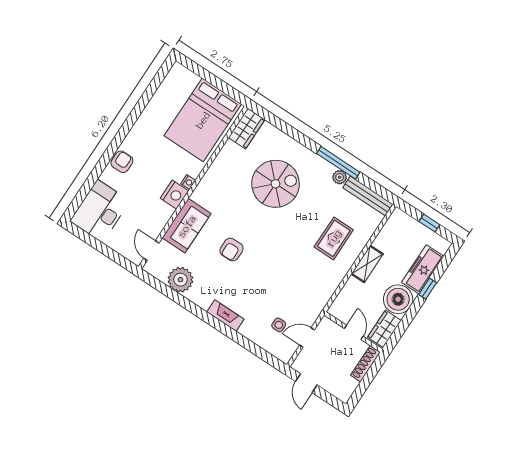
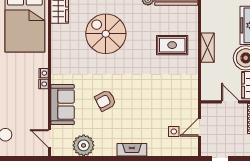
spiral stairs: (275, 184) -> (106, 34), turned -90
nightstand: (175, 195) -> (43, 84), width x0.53, depth x0.56
rug: (334, 238) -> (172, 45), turned 90
armchair: (232, 250) -> (105, 100), turned 62

